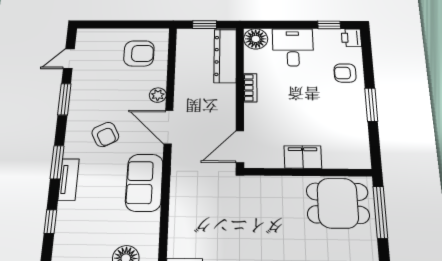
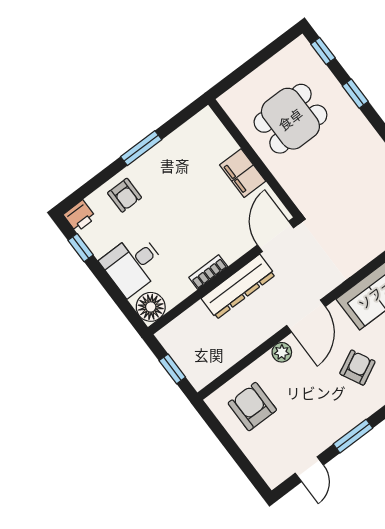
dresser: (225, 56) -> (238, 287), moved
door: (69, 59) -> (309, 469), hinge flipped
door: (240, 147) -> (275, 236), swing flipped
dining table: (338, 203) -> (290, 119), moved, turned 90
window: (380, 212) -> (244, 70), removed

